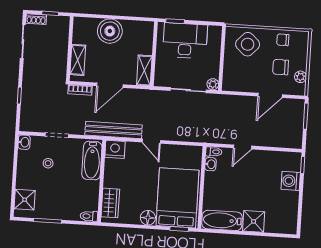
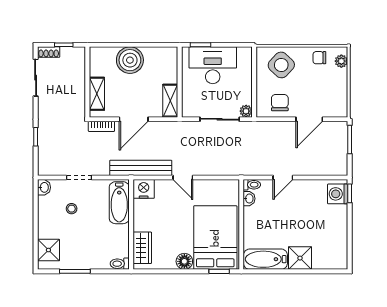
chair: (281, 67) -> (280, 103), moved, turned 90
plant: (301, 77) -> (341, 61), moved
washing machine: (291, 181) -> (338, 194), moved

